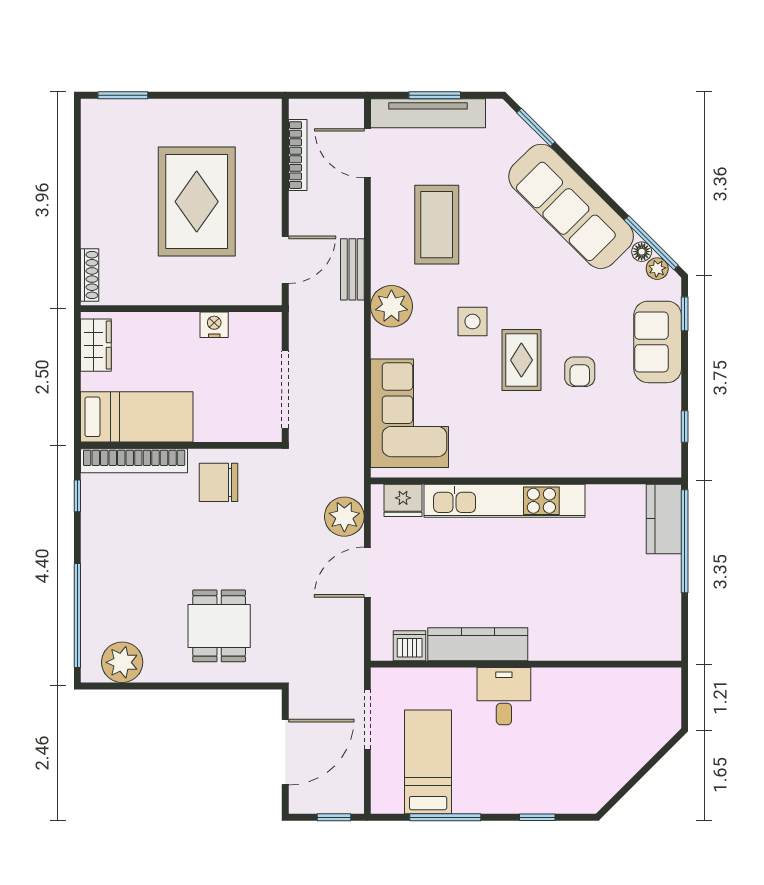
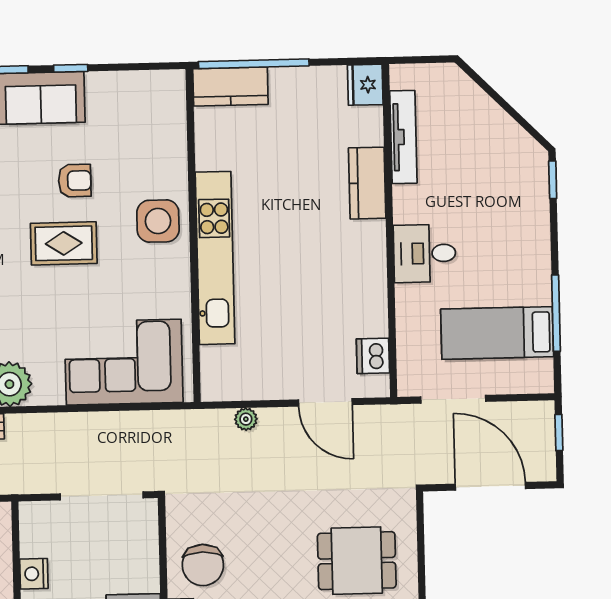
side table: (472, 322) -> (158, 221), moved, width x1.37, depth x1.37
window: (685, 426) -> (71, 68), moved
fridge: (403, 500) -> (365, 85), moved, turned 180
plant: (344, 517) -> (246, 419), width x0.53, depth x0.53
door: (367, 572) -> (325, 402), moved
kitchen counter: (478, 644) -> (367, 183), moved, width x0.67
tv unit: (613, 679) -> (403, 137), added
window: (537, 817) -> (553, 180), moved

